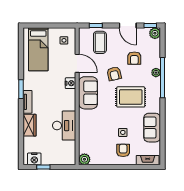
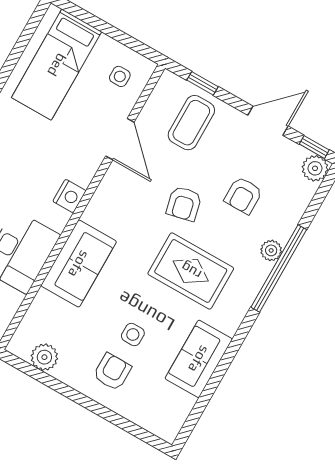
door: (128, 26) -> (268, 121), swing flipped
nightstand: (70, 83) -> (69, 196), moved
sofa: (88, 93) -> (79, 264), moved
plant: (84, 159) -> (44, 357), moved
fireplace: (148, 160) -> (151, 420), removed

